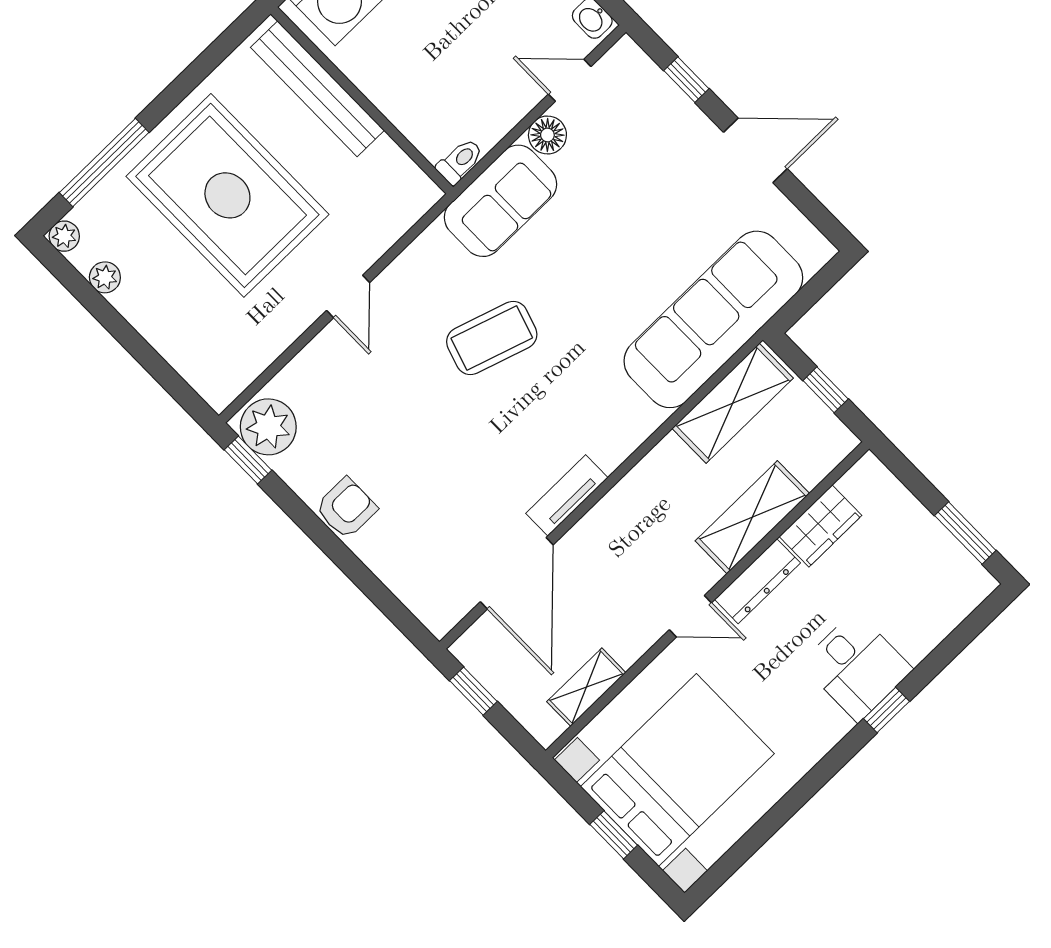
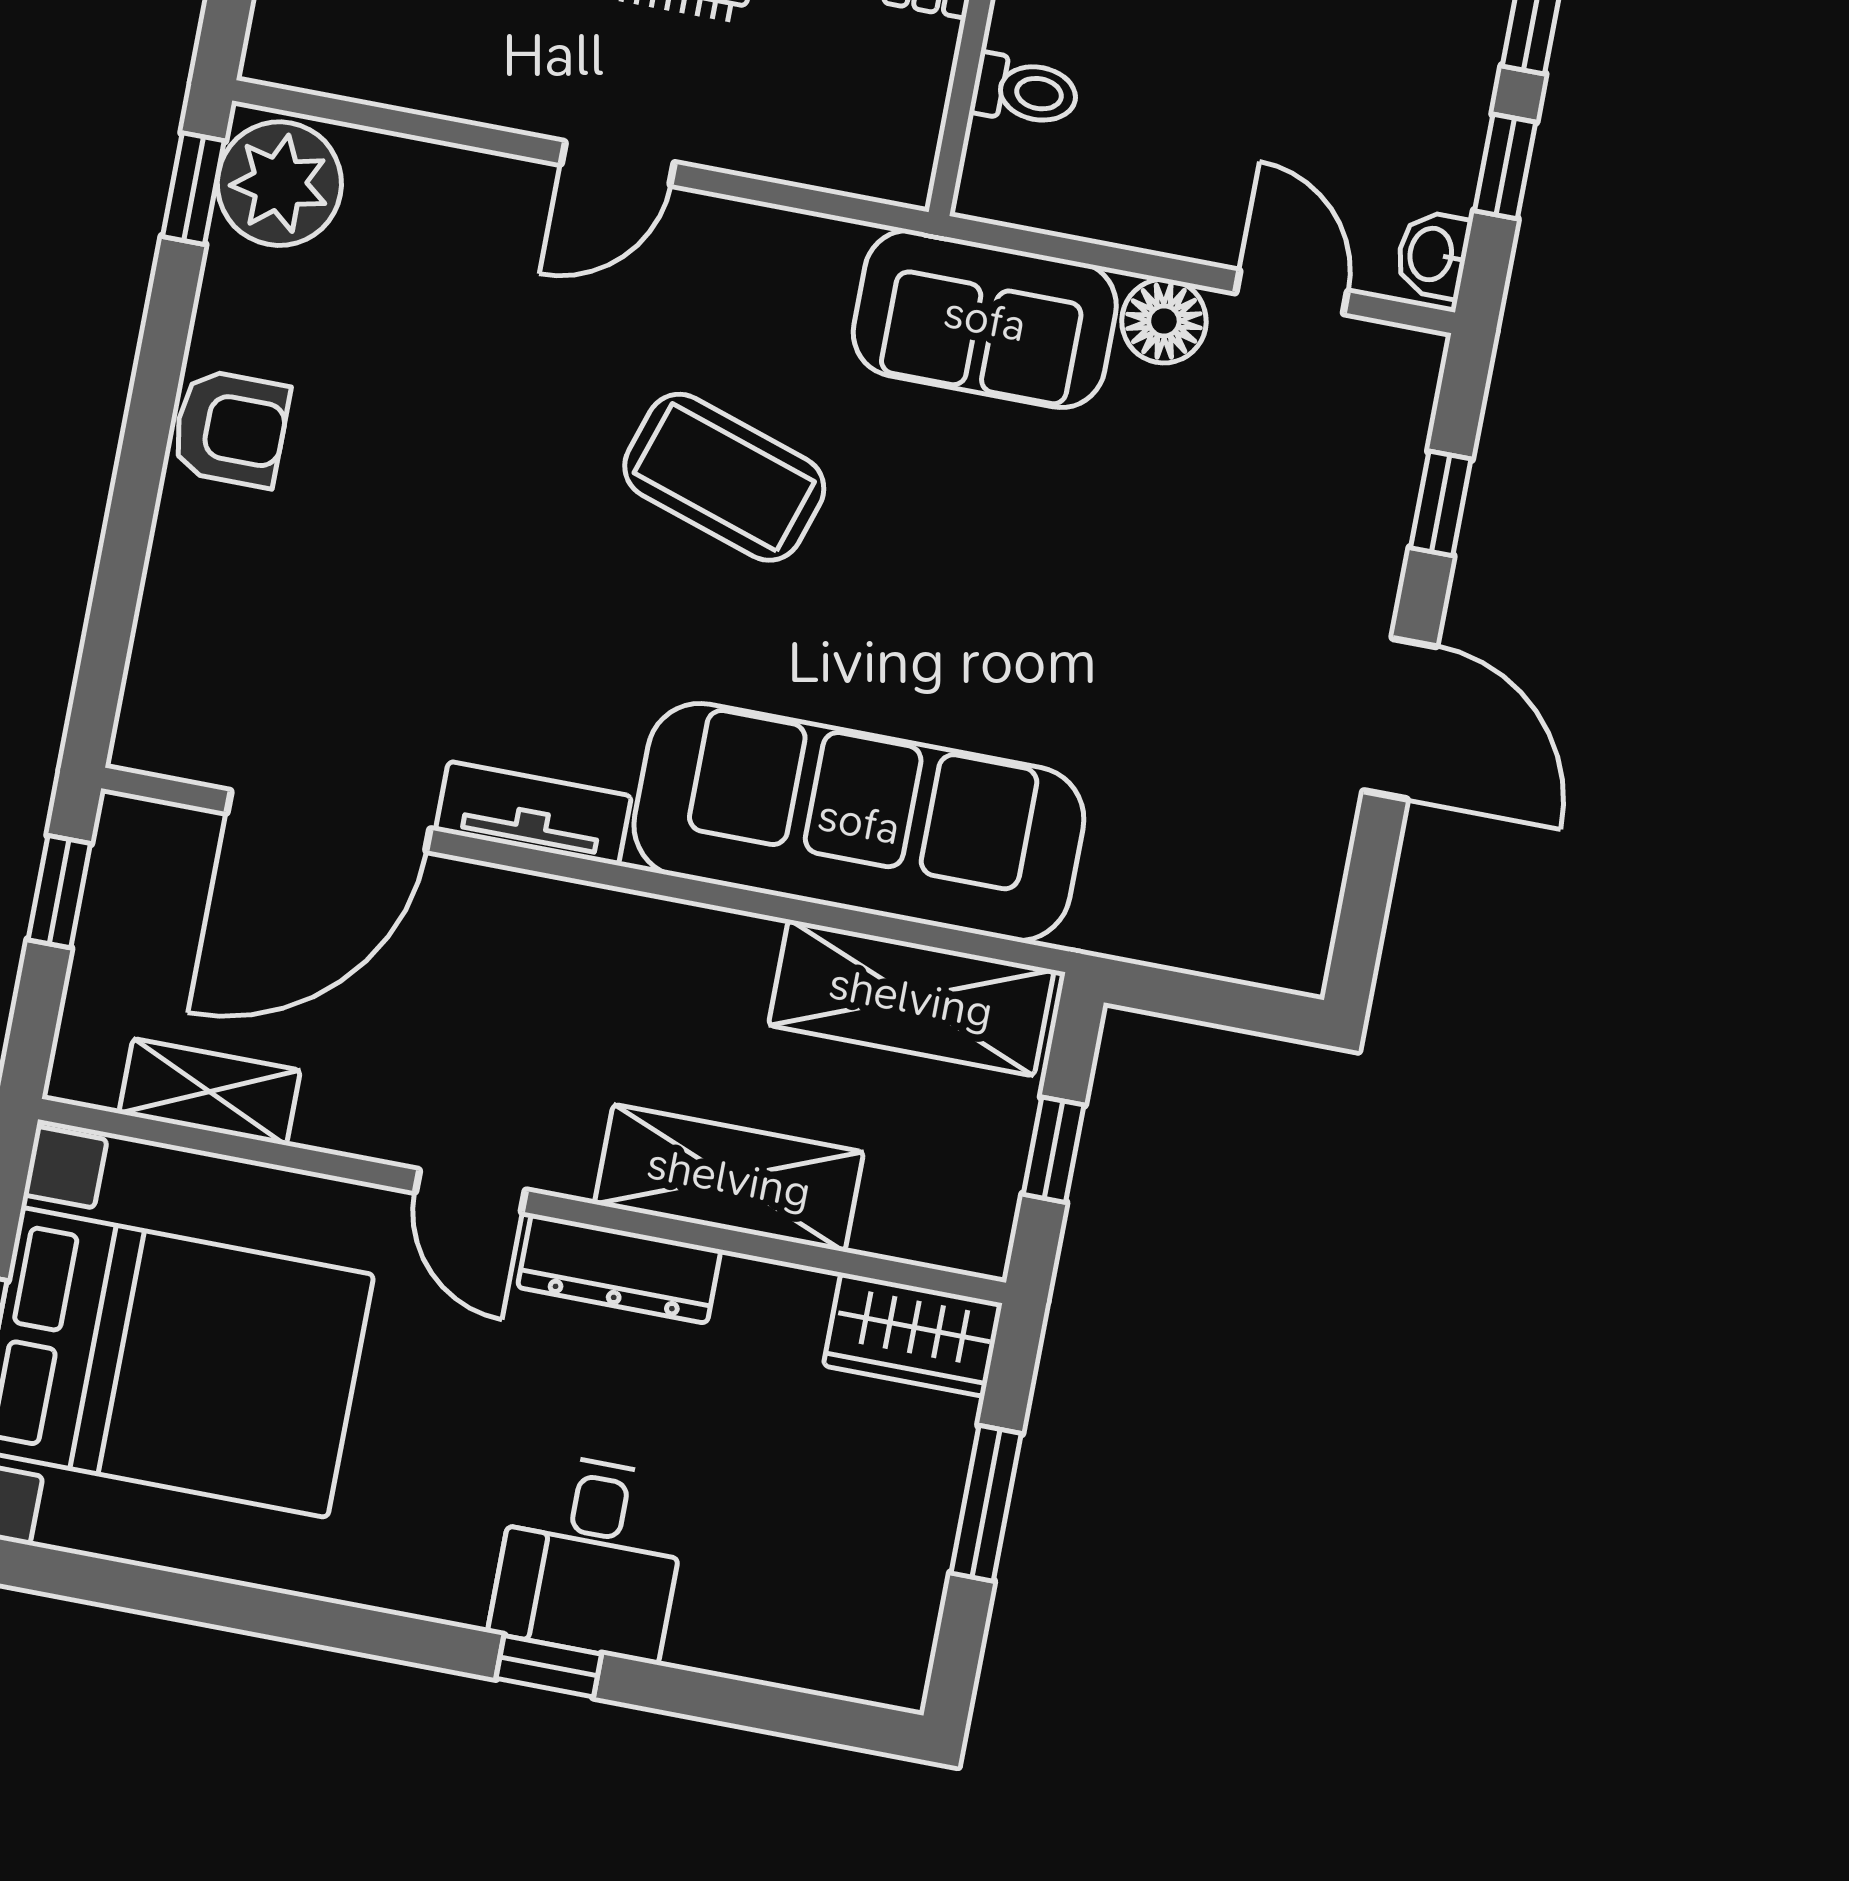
toilet: (460, 161) -> (1025, 91), moved
sofa: (713, 319) -> (859, 822), moved
wardrobe: (820, 526) -> (913, 1335), moved
window: (965, 533) -> (986, 1503), moved

